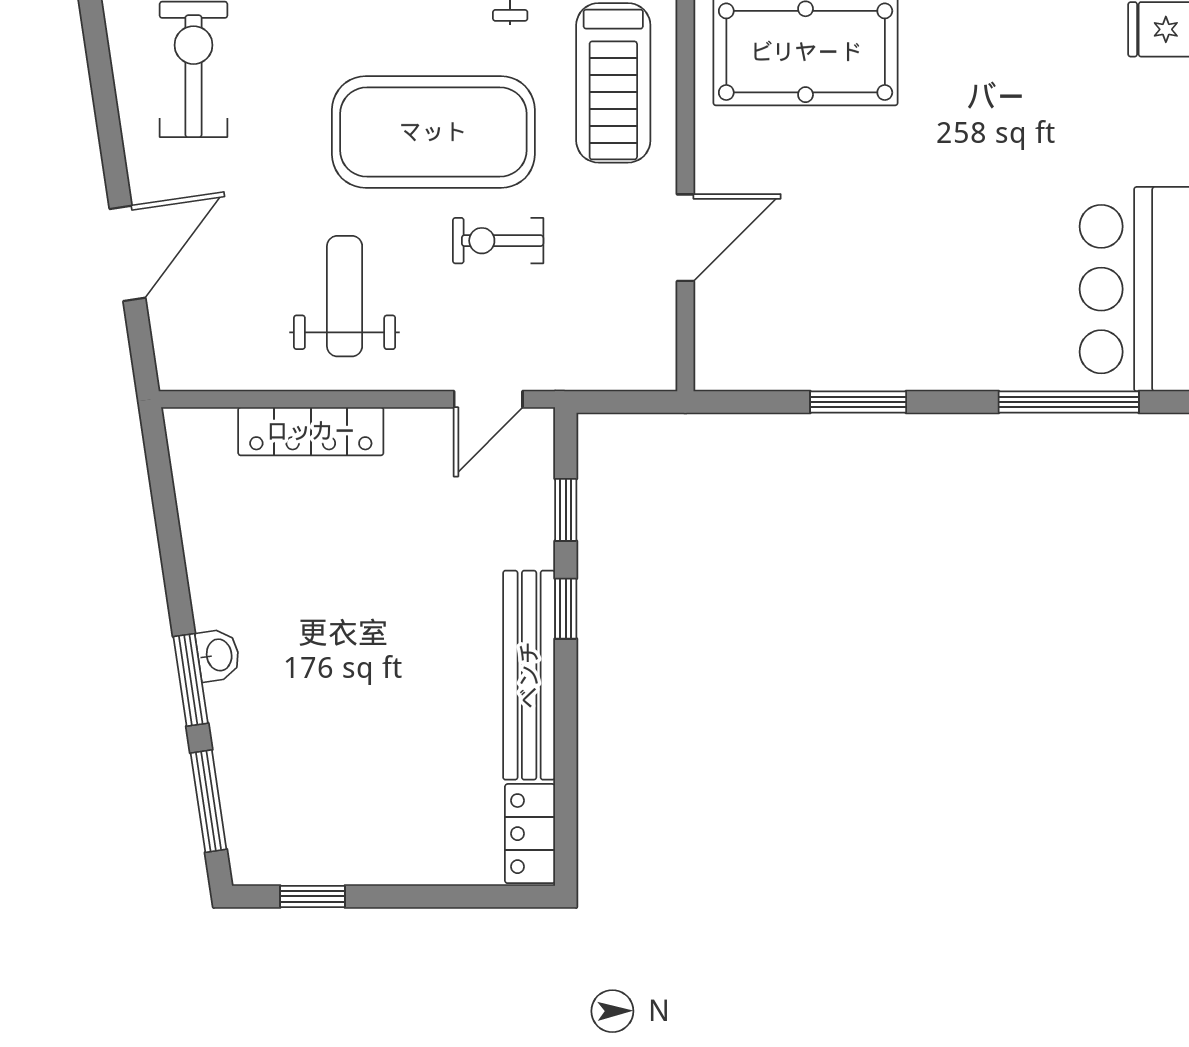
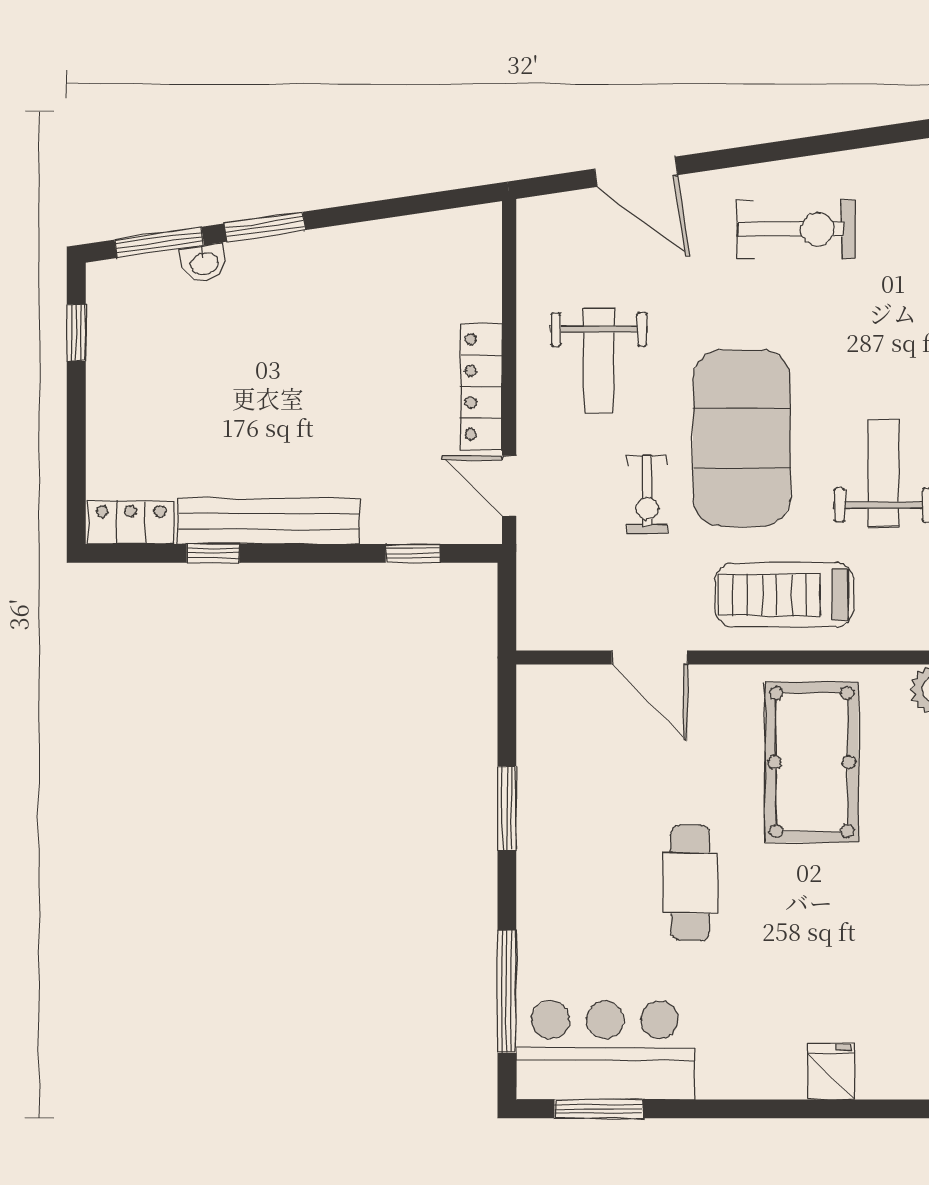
cafe table: (944, 191) -> (690, 883), added
exercise bike: (498, 241) -> (647, 494), turned 180
weight bench: (345, 296) -> (599, 361), turned 90
locker: (311, 431) -> (481, 387), moved
window: (566, 609) -> (213, 553), moved
washbasin: (218, 655) -> (204, 263), moved

